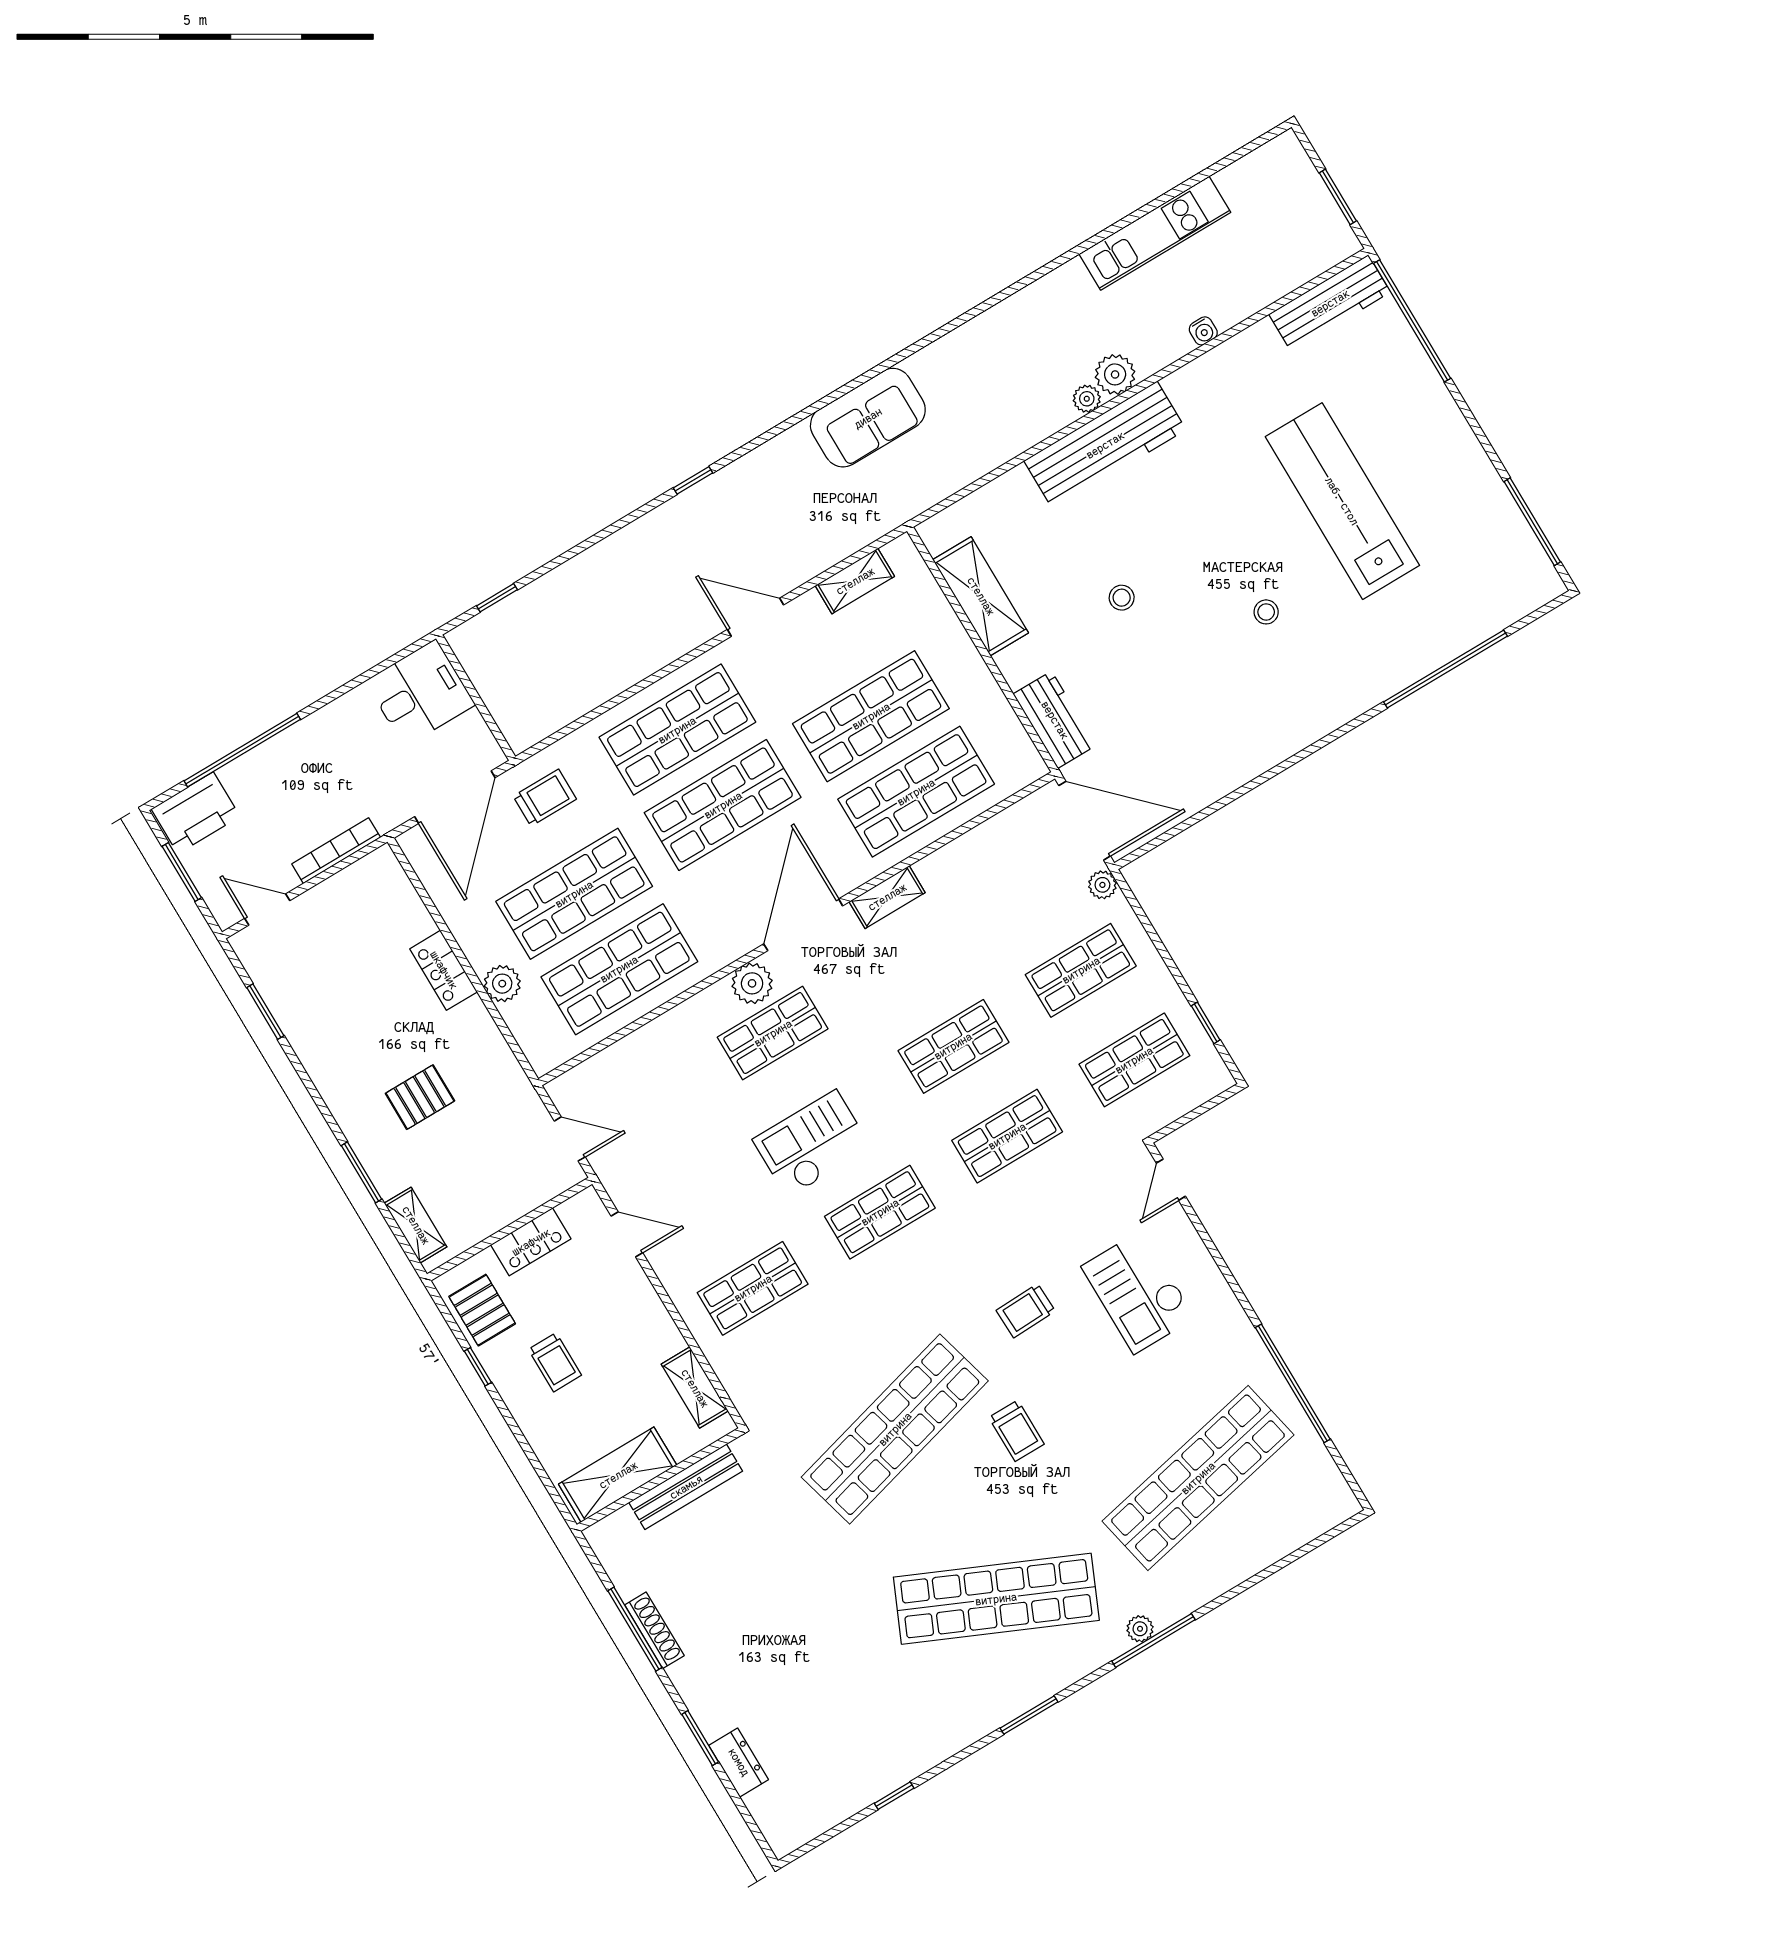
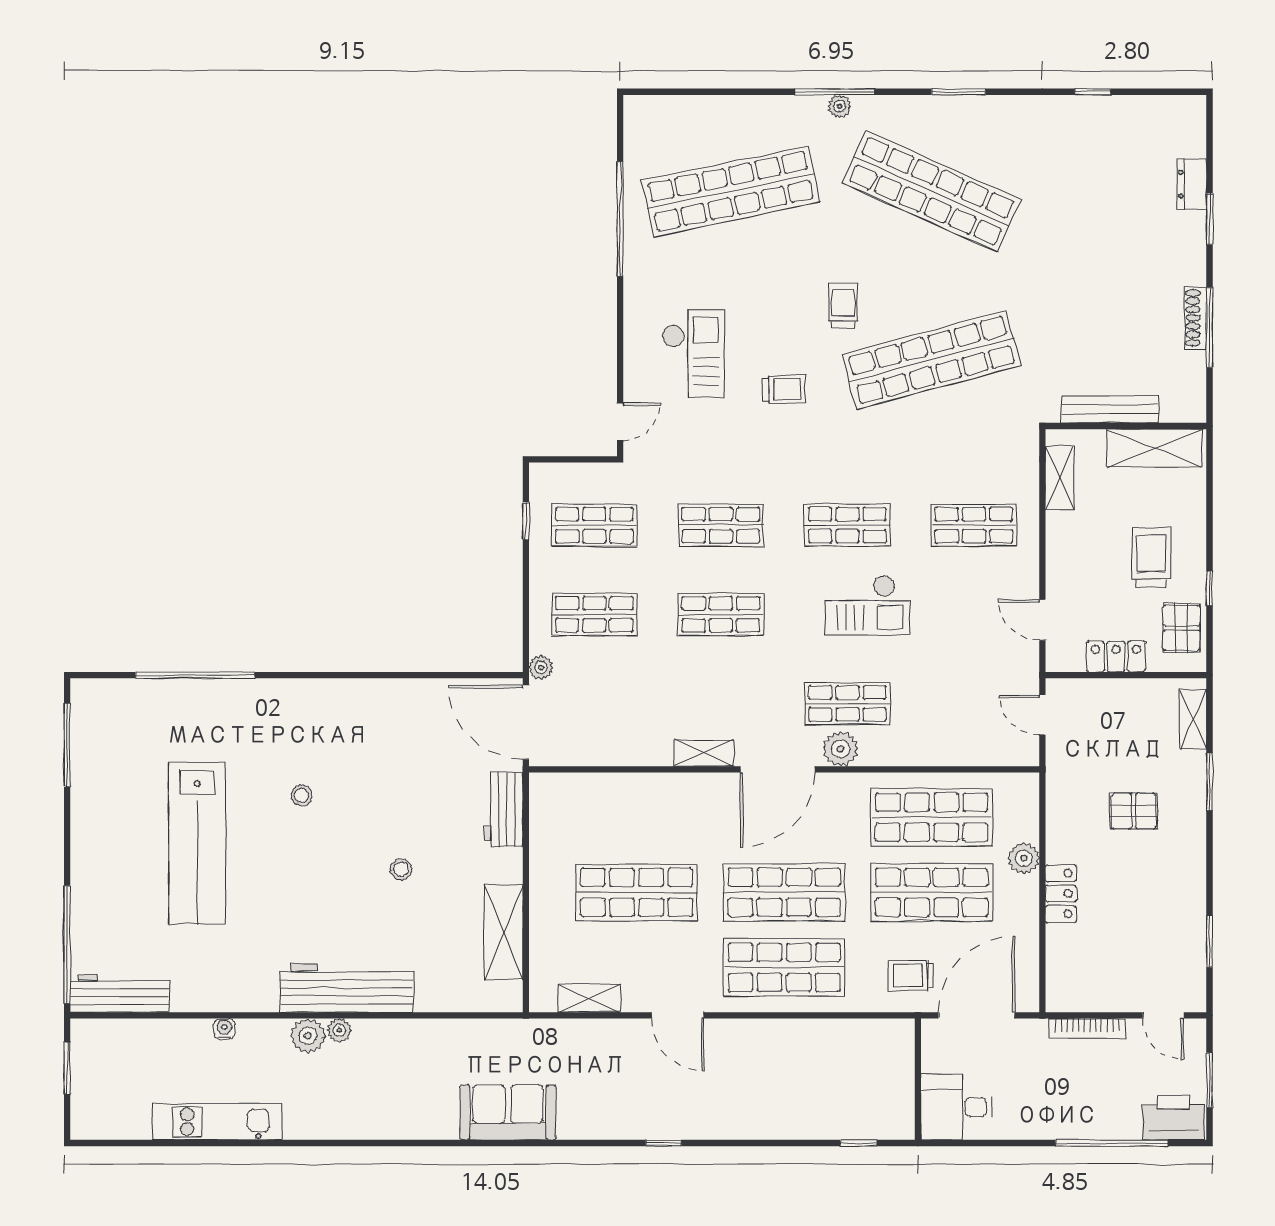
shop shelf: (916, 792) -> (637, 817), removed
trolley: (555, 1362) -> (1151, 558), width x1.36, depth x1.39

